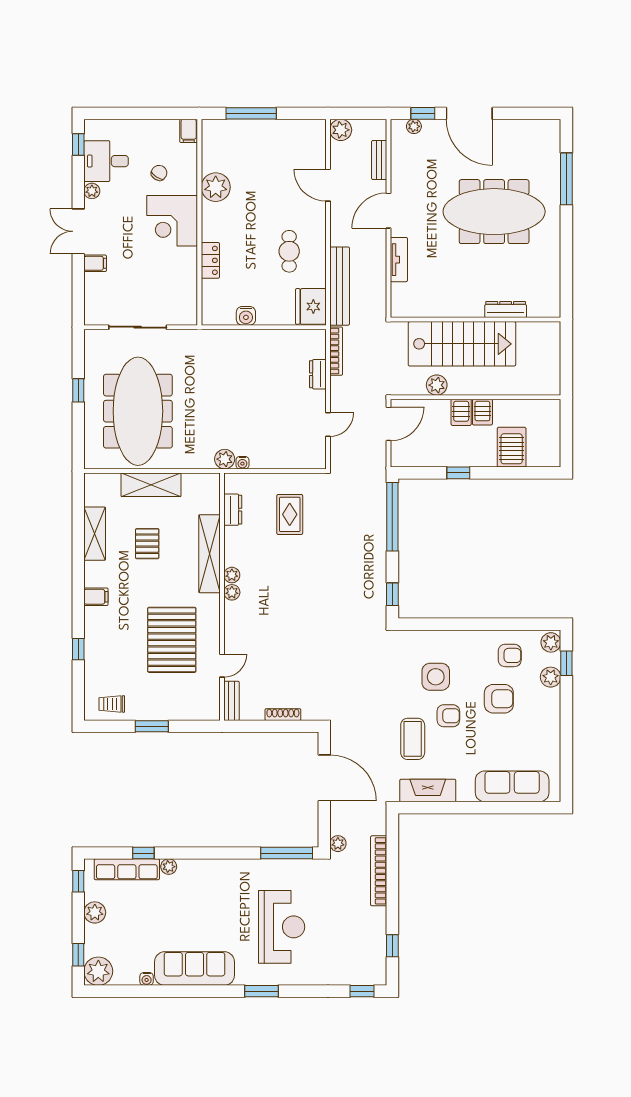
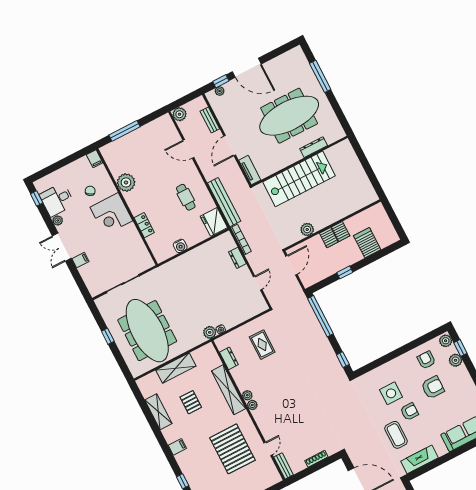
dresser: (506, 310) -> (314, 147), moved
wall: (476, 320) -> (300, 161), moved
stairs: (462, 344) -> (299, 179), moved
armchair: (510, 655) -> (426, 360), turned -90

